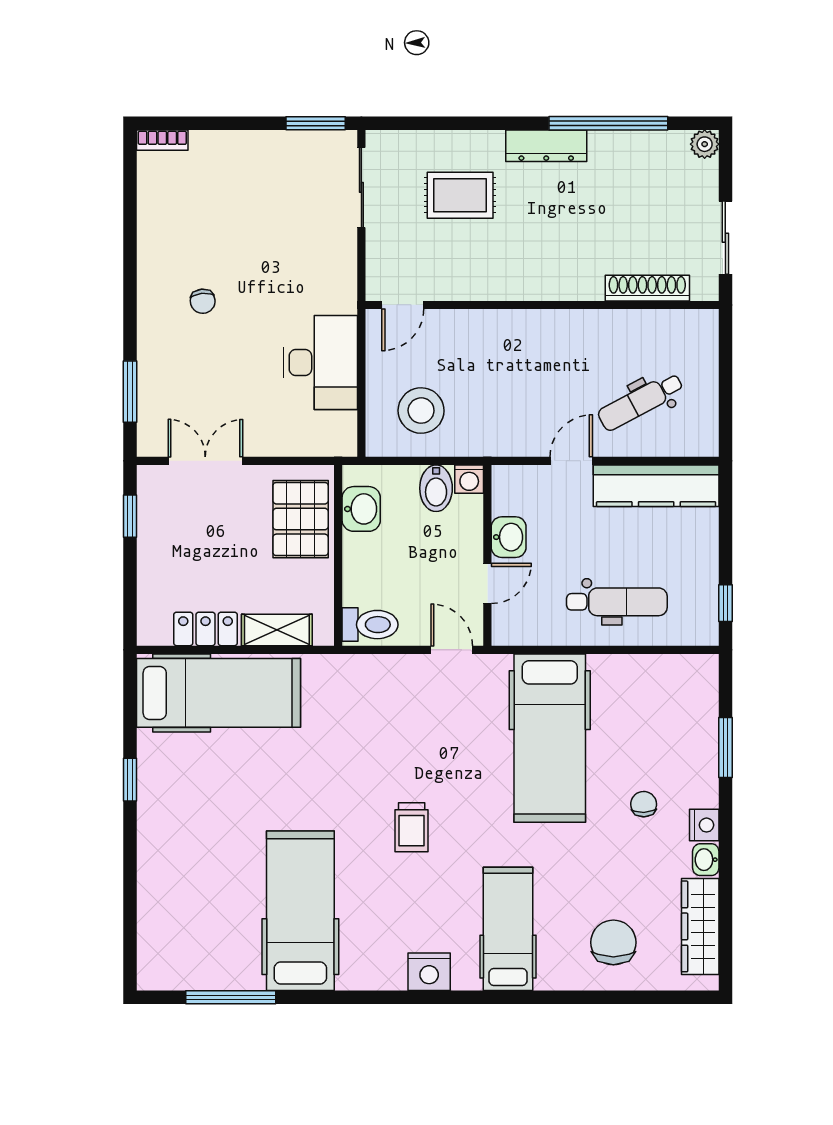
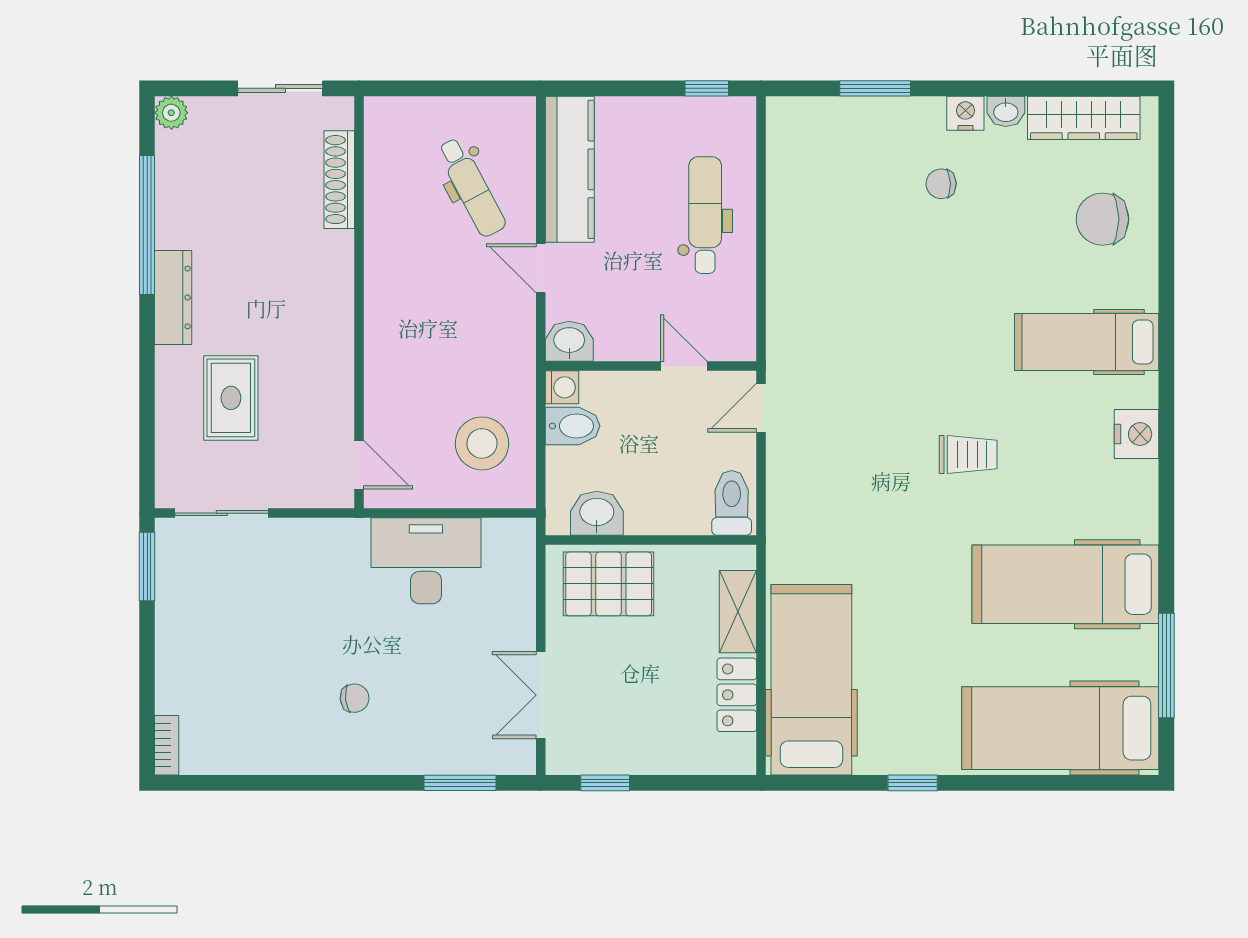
washbasin: (509, 537) -> (569, 341), moved
hospital bed: (550, 738) -> (1060, 728), moved, turned 180

